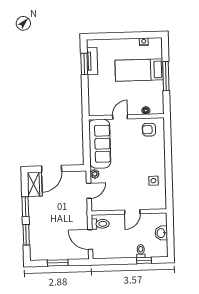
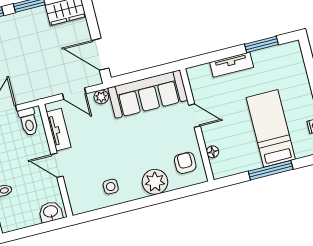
tv unit: (92, 61) -> (232, 65), moved
plant: (157, 152) -> (155, 182), added
door: (52, 169) -> (100, 54), moved
tv unit: (110, 206) -> (59, 130), added
washbasin: (161, 233) -> (51, 212), moved

